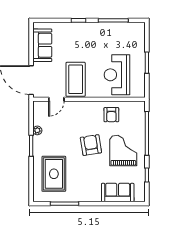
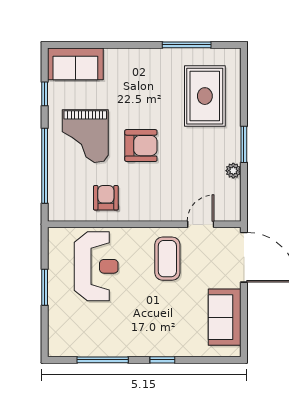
coffee table: (76, 79) -> (167, 259), width x0.73, depth x0.76
armchair: (91, 145) -> (141, 146), turned -81
sofa: (118, 192) -> (75, 64), moved

